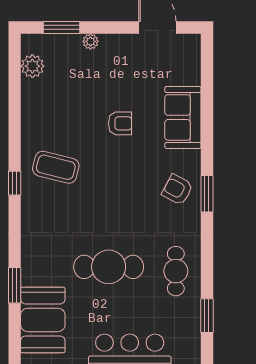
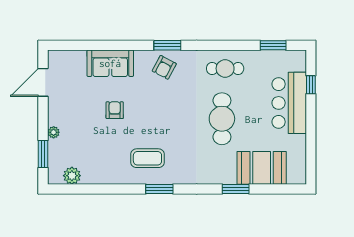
coffee table: (56, 167) -> (147, 158), turned 76
window: (15, 183) -> (159, 189), width x1.50
window: (207, 316) -> (273, 45), moved

